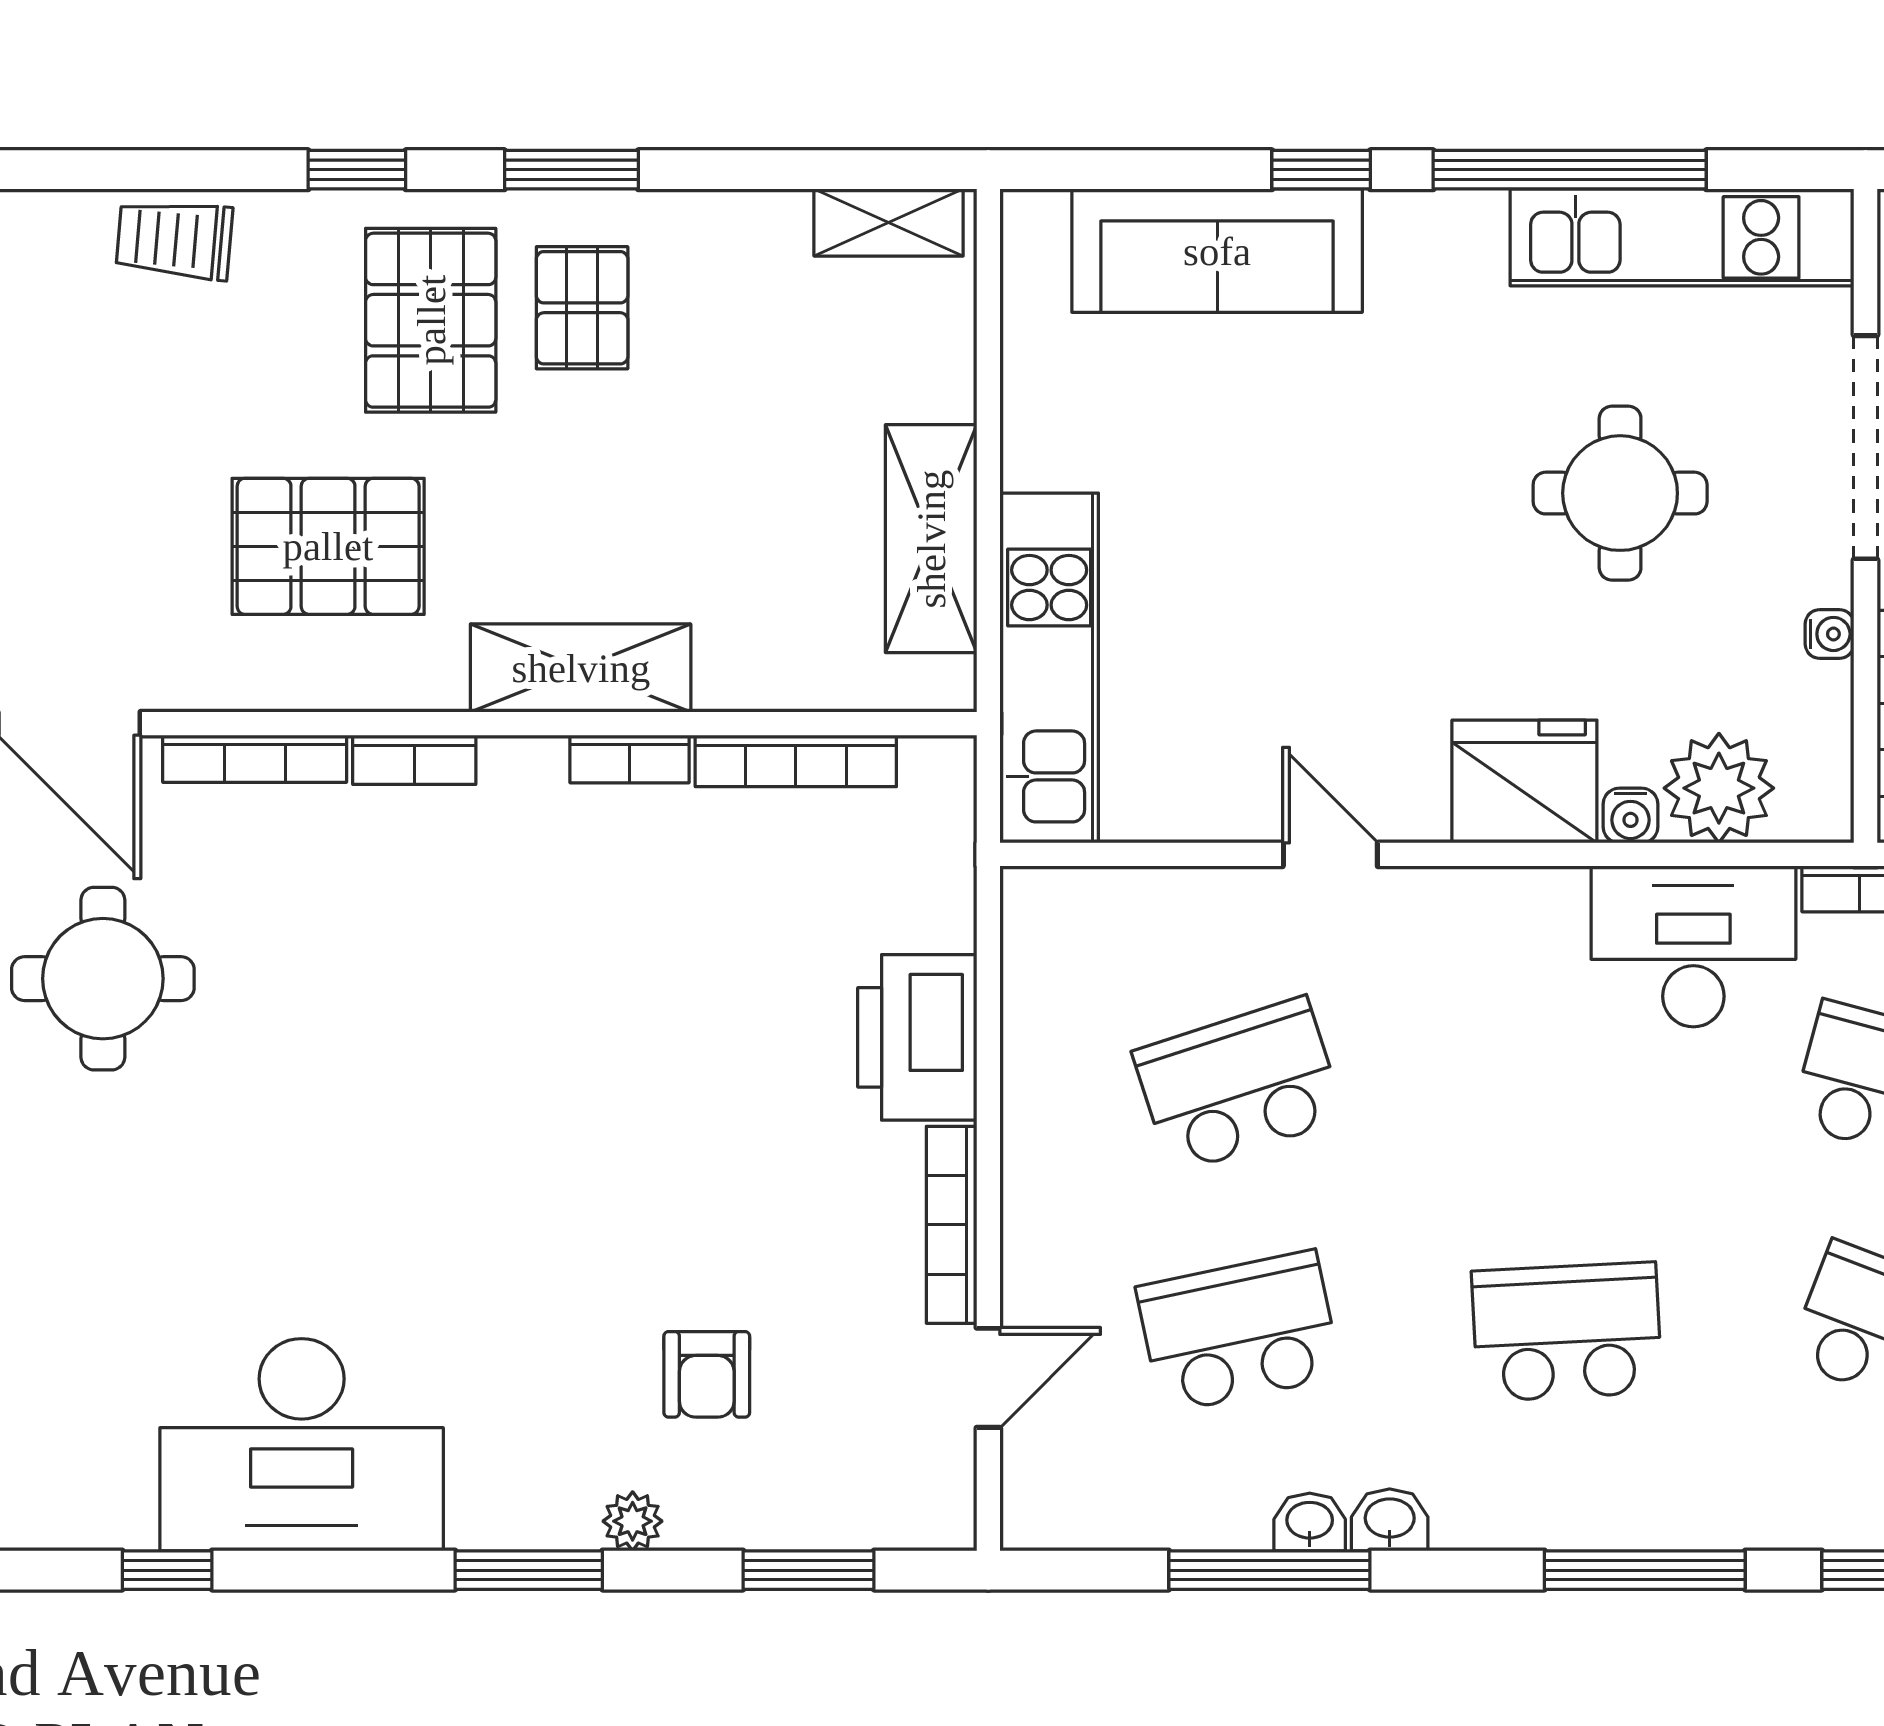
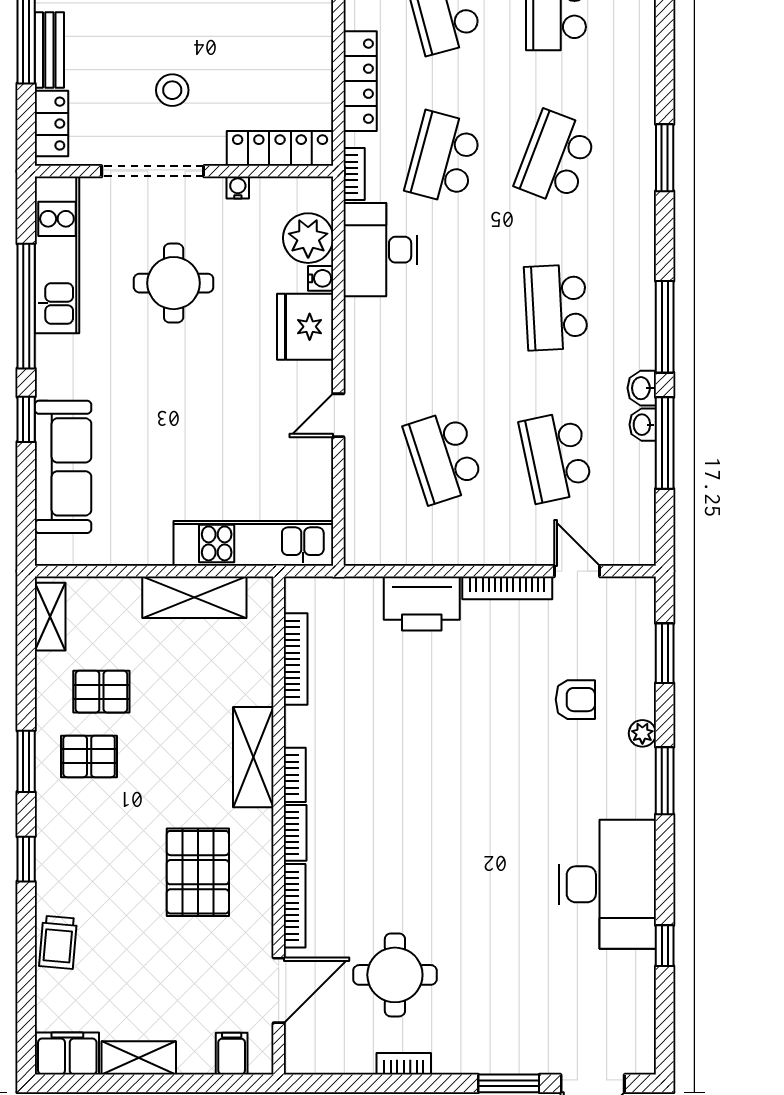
pallet: (431, 320) -> (101, 692), moved, width x0.67, depth x0.71
bookcase: (630, 759) -> (295, 775), moved
window: (1645, 1570) -> (665, 327), moved

